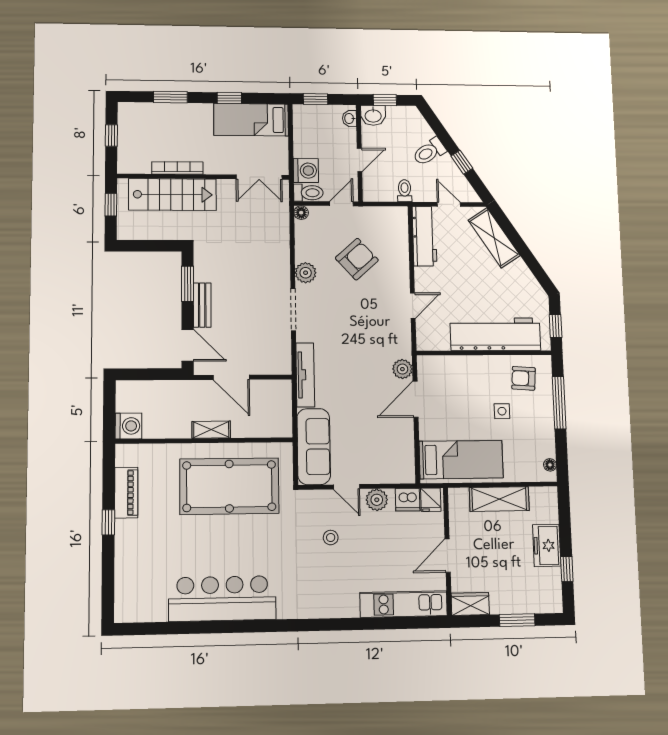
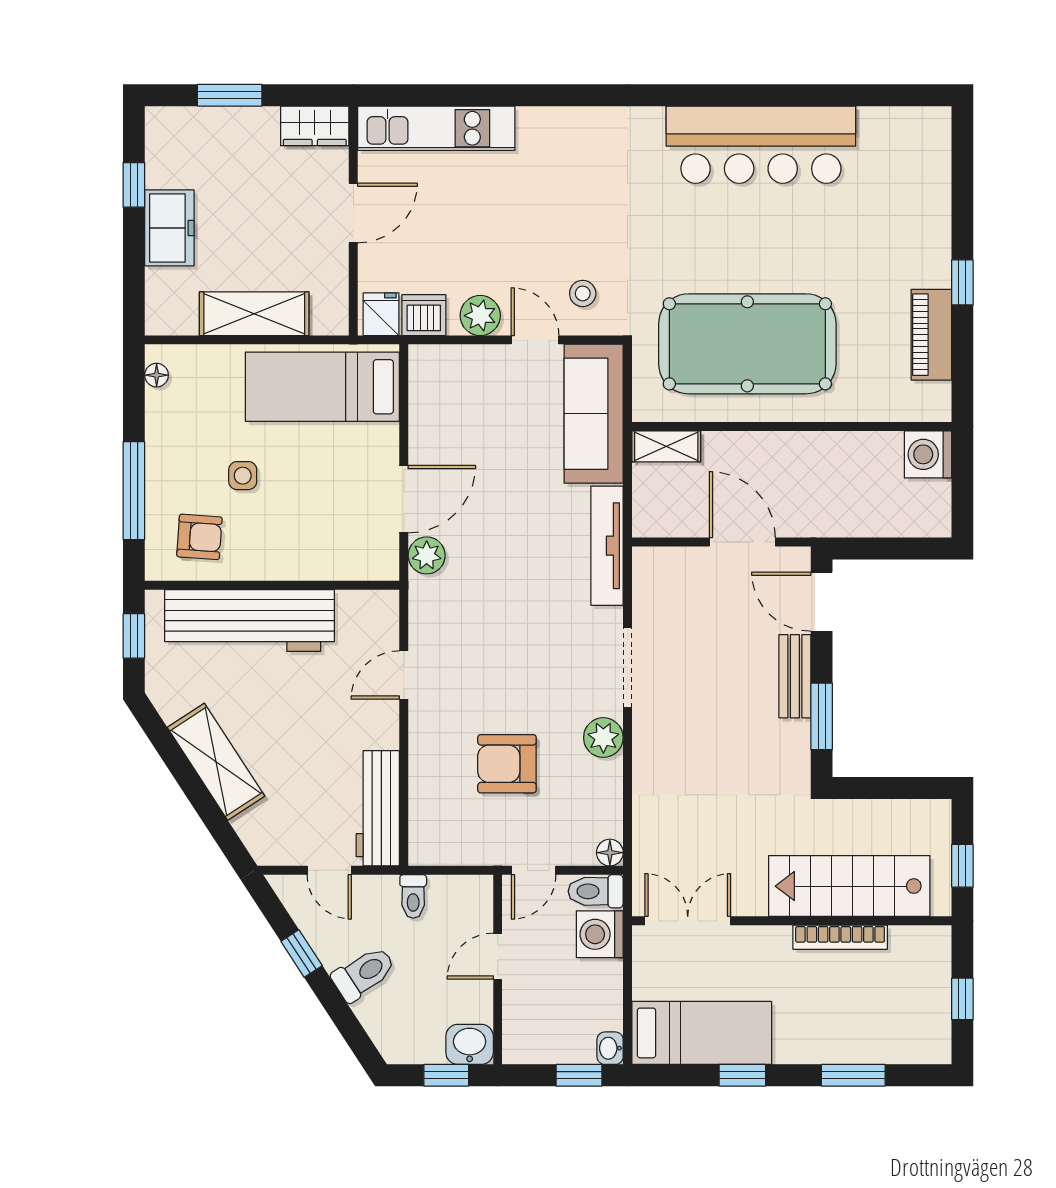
washbasin: (349, 118) -> (610, 1048), moved, turned 180
shelving: (494, 238) -> (216, 762), moved
armchair: (357, 259) -> (507, 764), turned 42
shelving: (211, 430) -> (666, 446), moved
stool: (331, 538) -> (583, 293), moved

